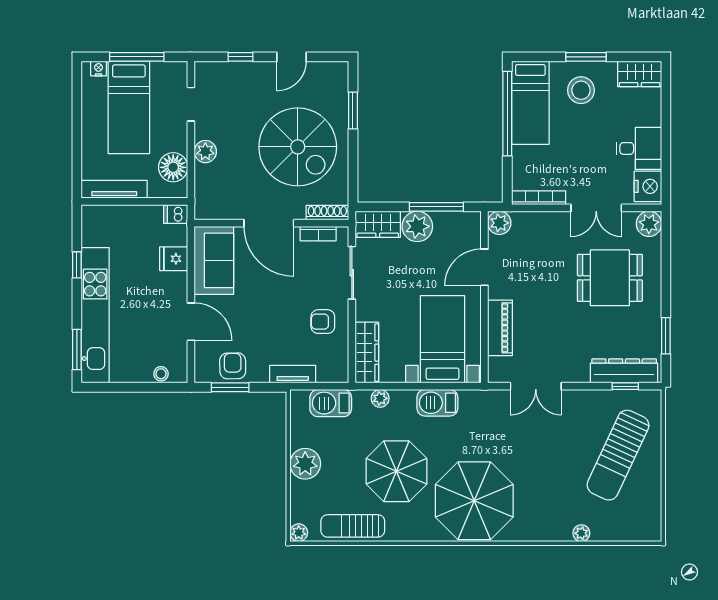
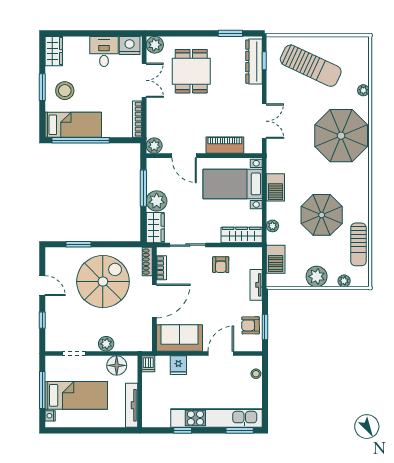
parasol: (474, 501) -> (341, 136), moved
plant: (299, 533) -> (344, 281), moved

